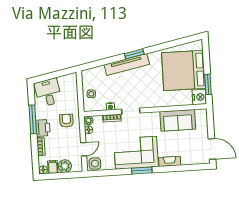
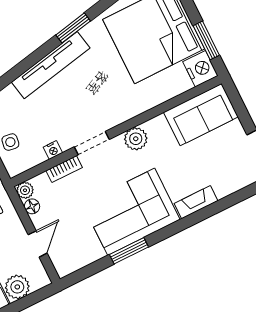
window: (134, 54) -> (73, 28), moved
plant: (153, 118) -> (136, 139), added
sofa: (178, 120) -> (201, 115), moved
side table: (95, 164) -> (68, 261), removed
window: (142, 170) -> (129, 251), moved

